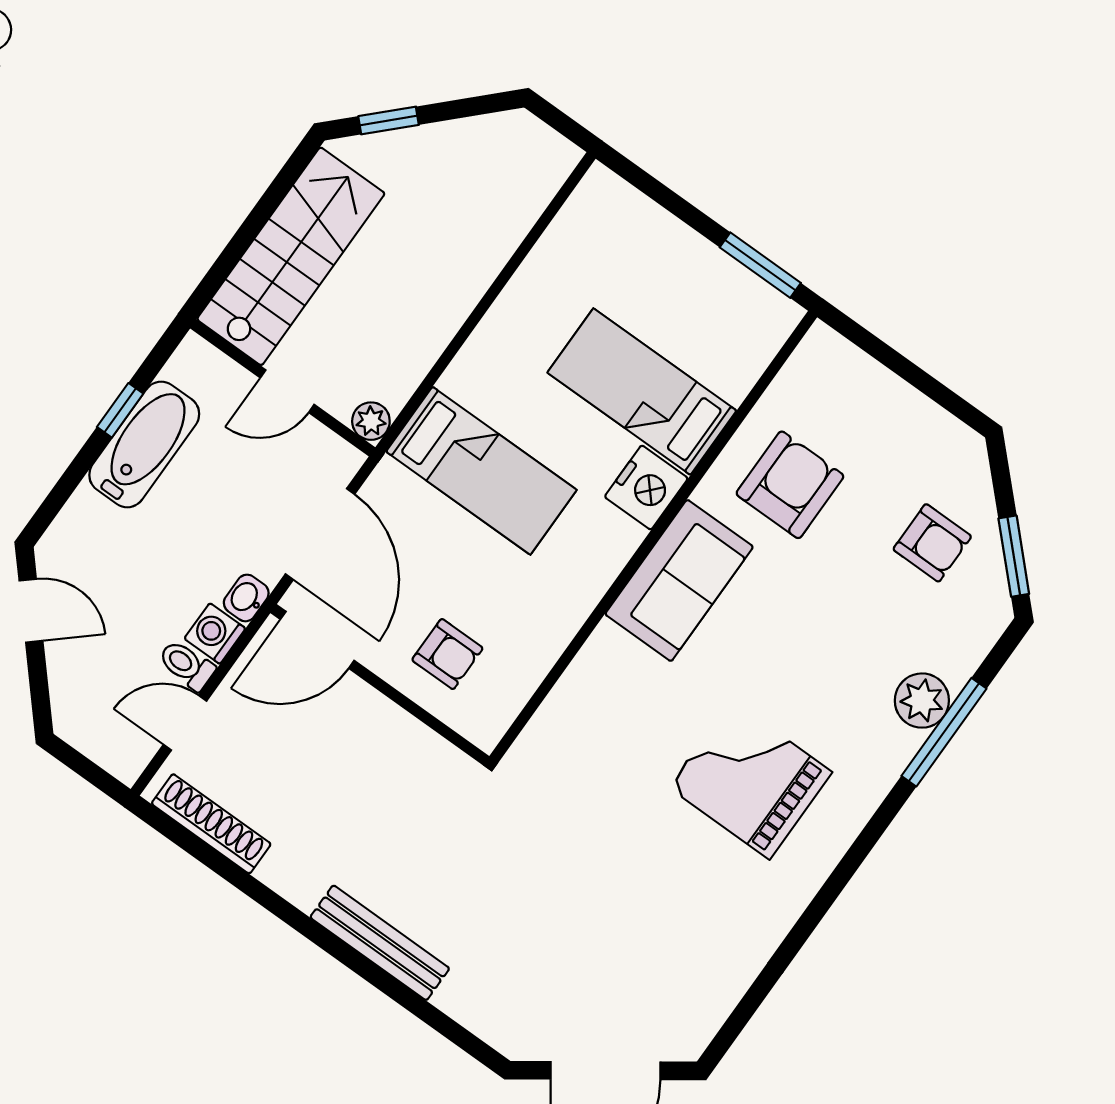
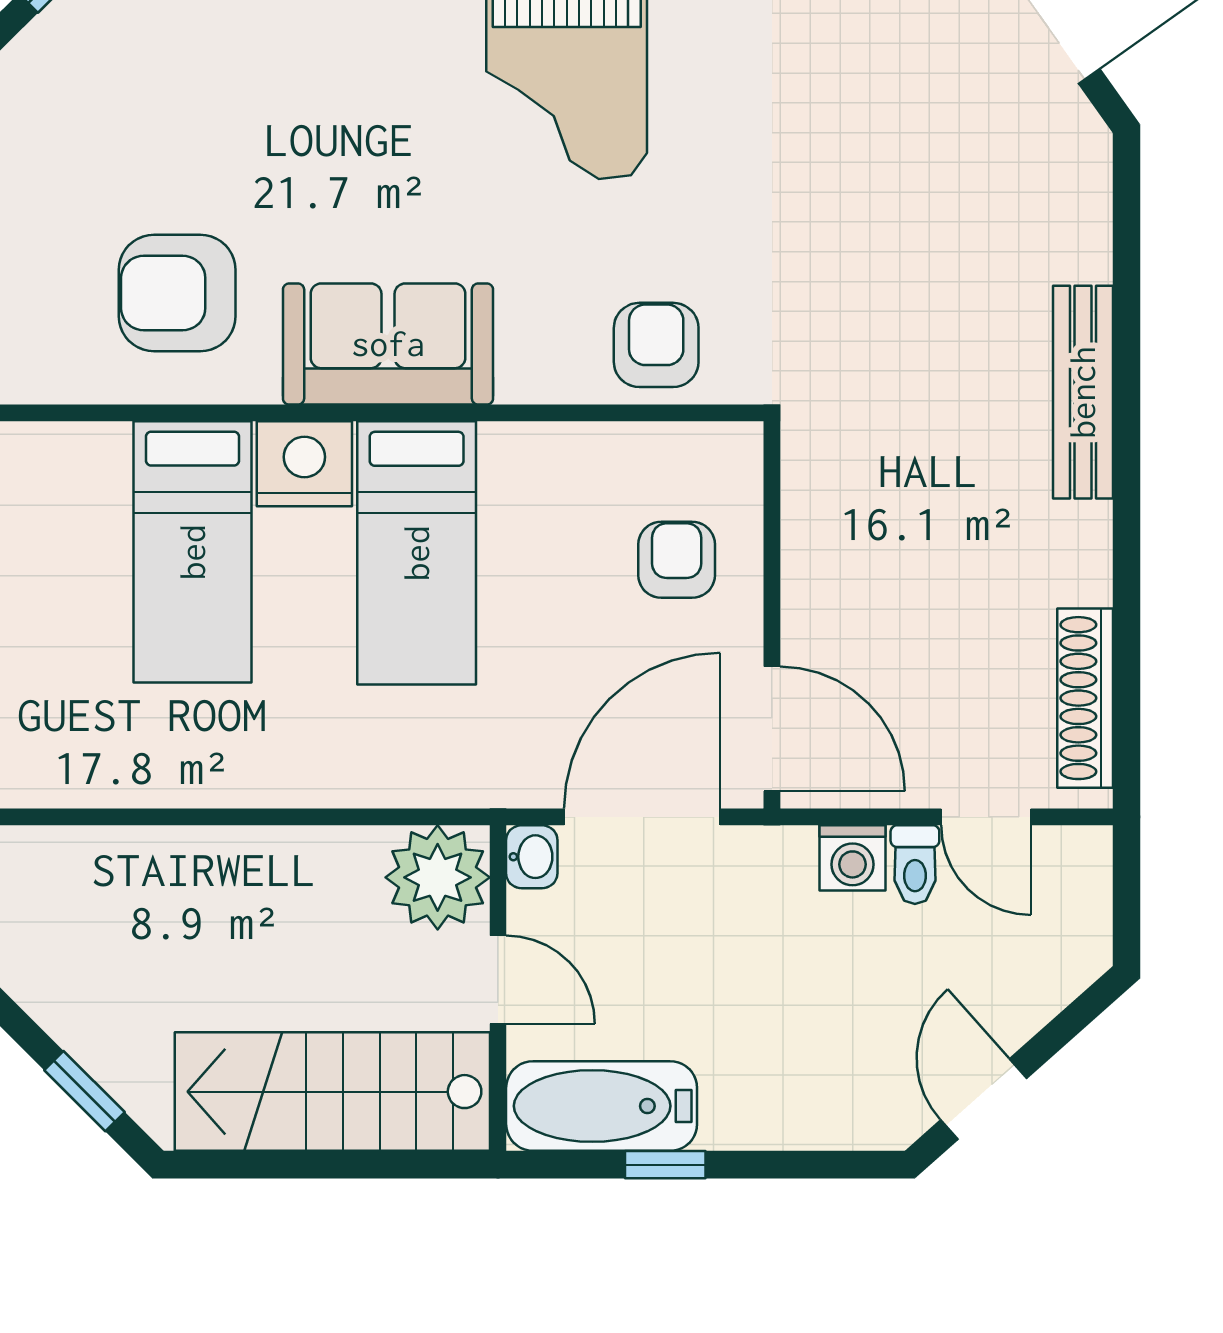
plant: (371, 421) -> (438, 877), width x1.87, depth x1.87
bathtub: (144, 444) -> (602, 1106), moved
bed: (481, 471) -> (417, 553), moved, turned 180
armchair: (932, 543) -> (656, 345), moved
washbasin: (246, 598) -> (532, 857), moved, turned -90

